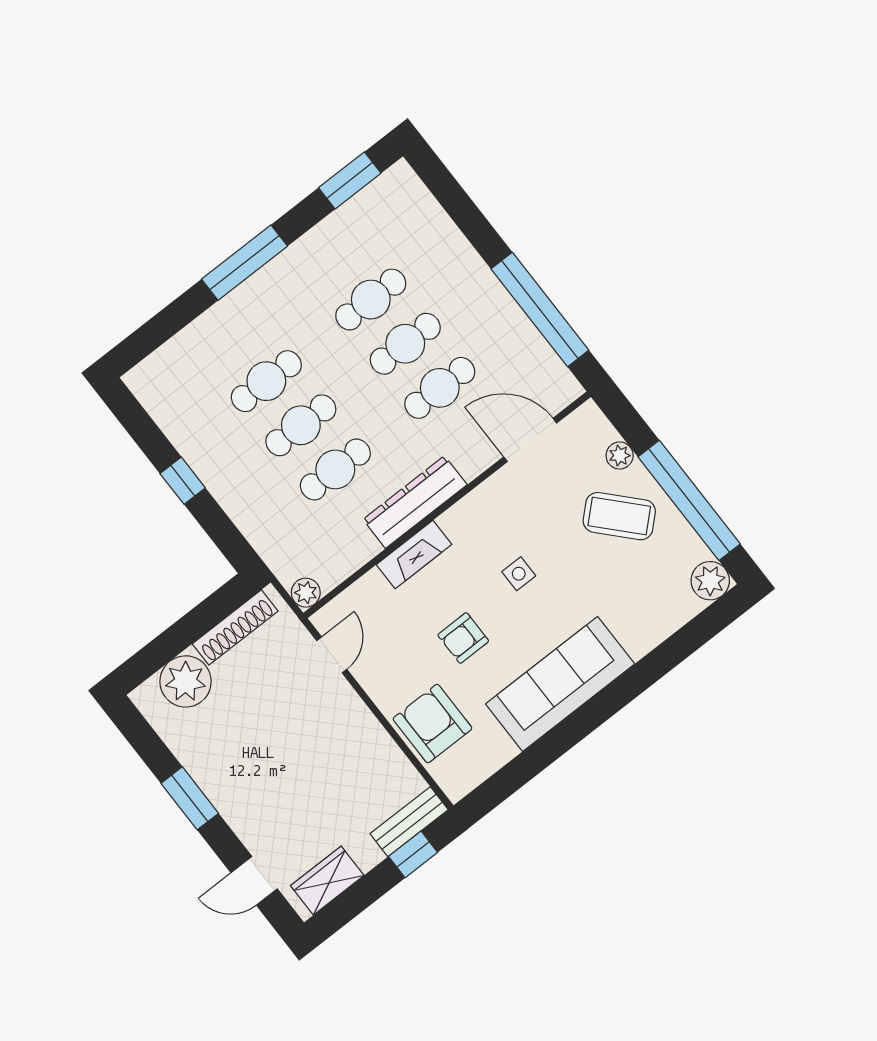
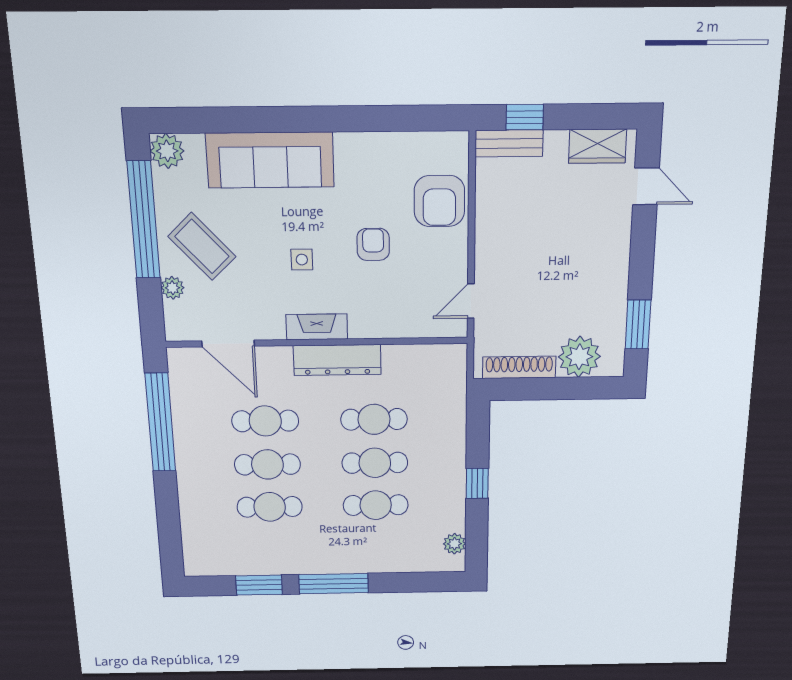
window: (350, 180) -> (259, 585), moved
fireplace: (414, 554) -> (317, 327), moved
plant: (306, 593) -> (454, 544), moved
armchair: (463, 638) -> (373, 244), turned -90
sofa: (560, 684) -> (270, 160), moved
window: (190, 798) -> (638, 325), moved

